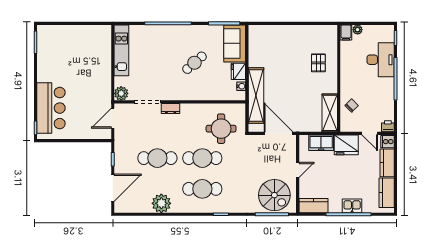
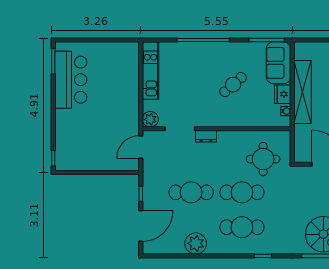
shelving: (256, 96) -> (303, 92), moved
bar counter: (51, 108) -> (71, 80), moved

